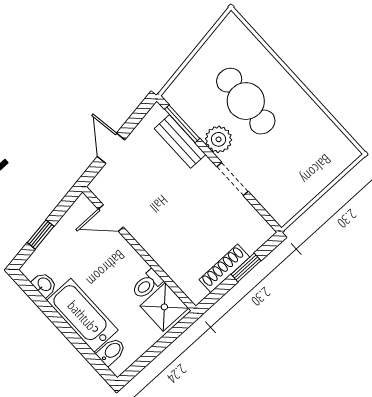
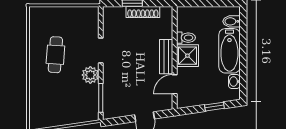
cafe table: (246, 101) -> (55, 55), moved, width x0.73, depth x0.74
bench: (180, 142) -> (166, 57), moved
door: (111, 218) -> (175, 84), swing flipped
shower: (164, 307) -> (187, 56), moved

